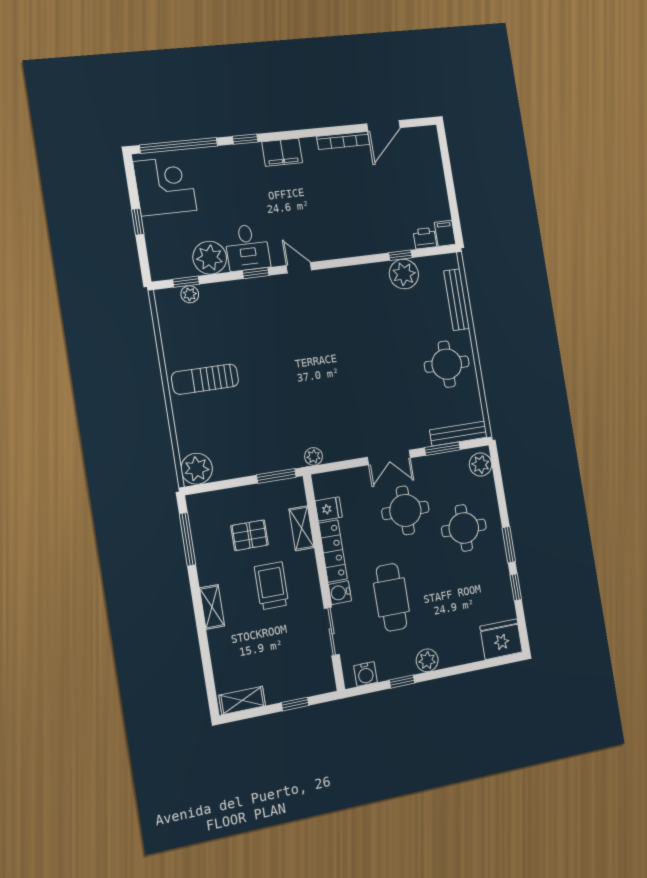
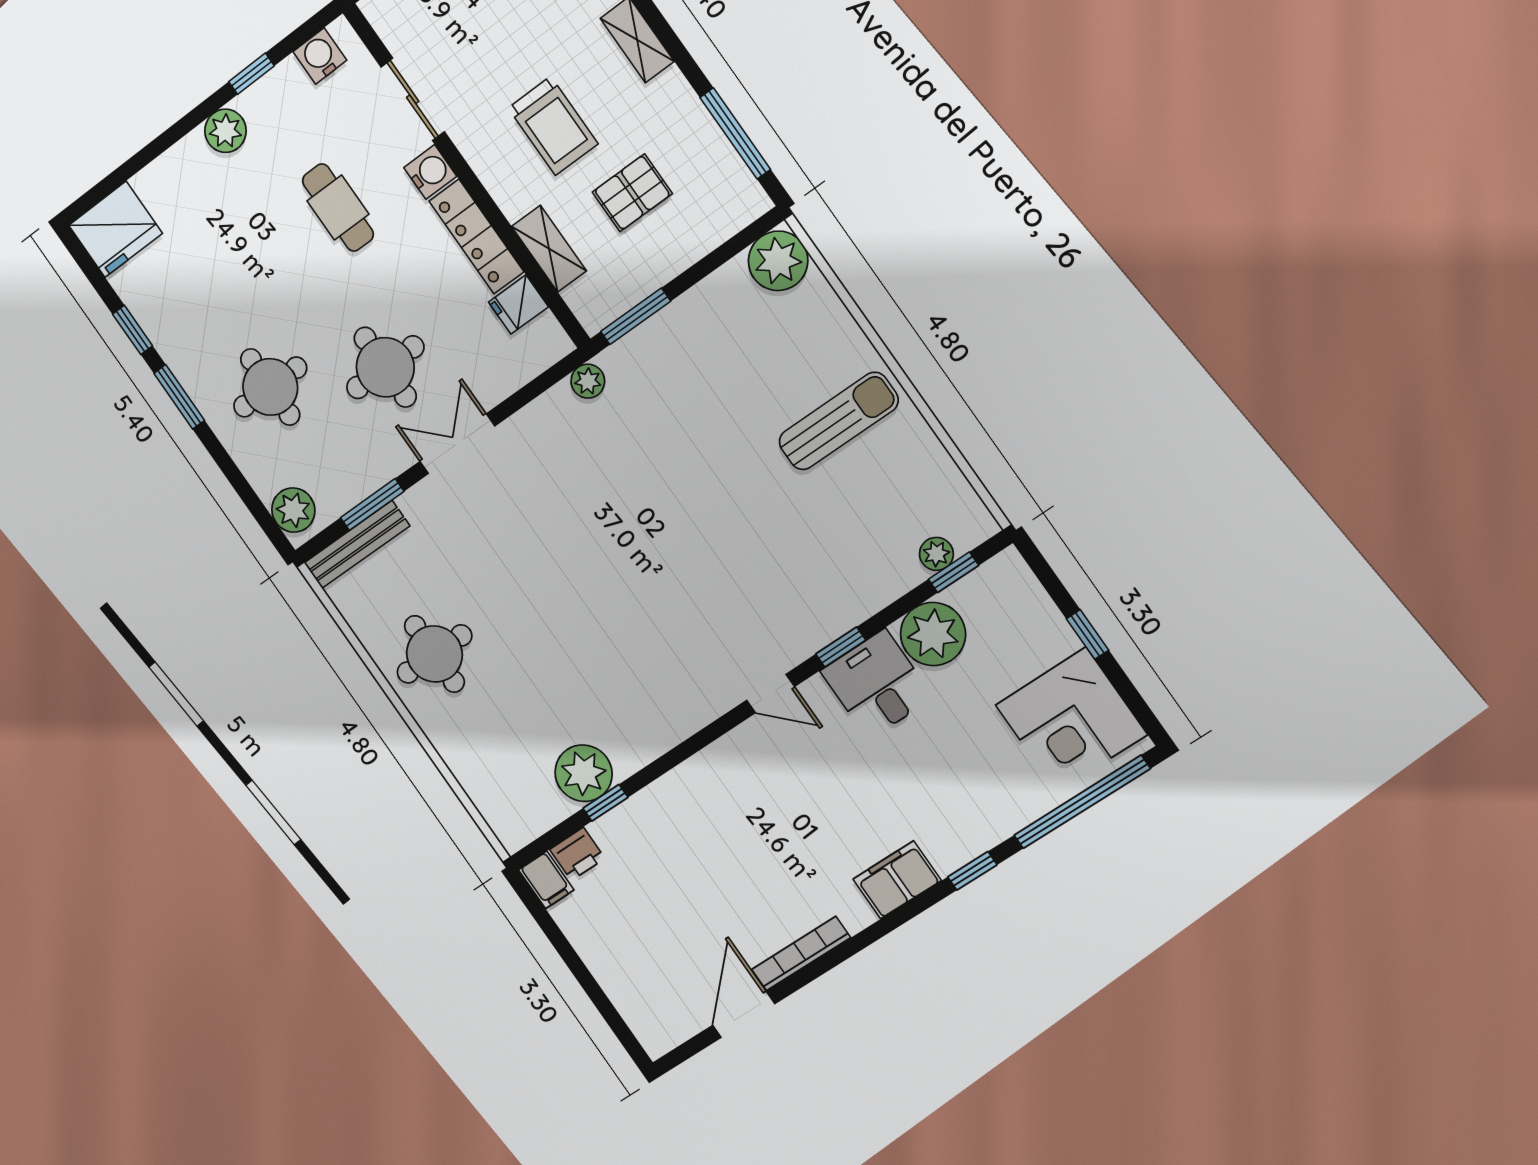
bench: (457, 300) -> (471, 774), removed
cafe table: (392, 597) -> (338, 208), width x0.73, depth x0.74

